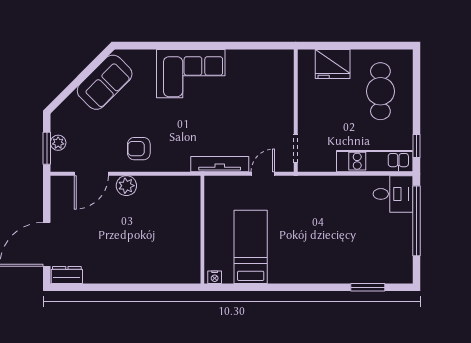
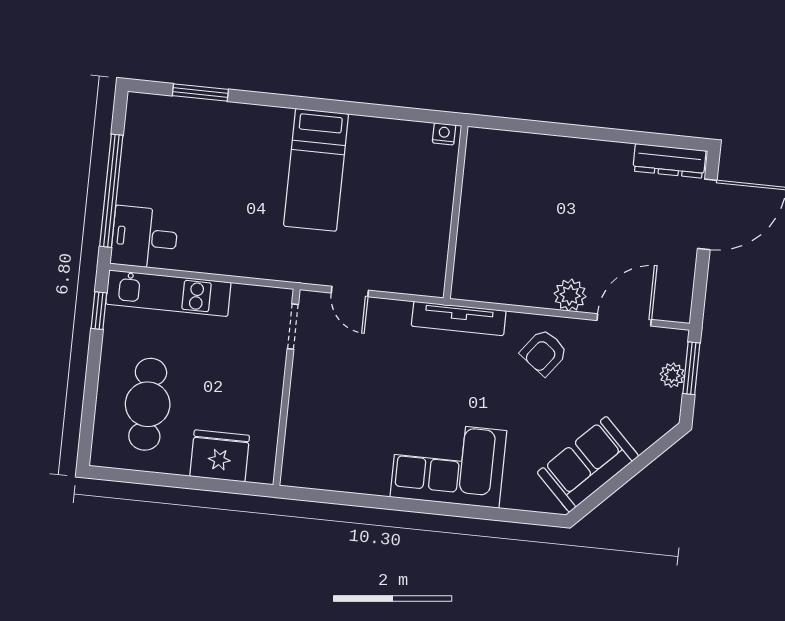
armchair: (139, 149) -> (544, 352), turned 127
tv unit: (220, 164) -> (459, 318), moved
door: (263, 174) -> (350, 292), hinge flipped
bed: (251, 247) -> (316, 170), moved
dresser: (67, 275) -> (669, 161), width x1.44

